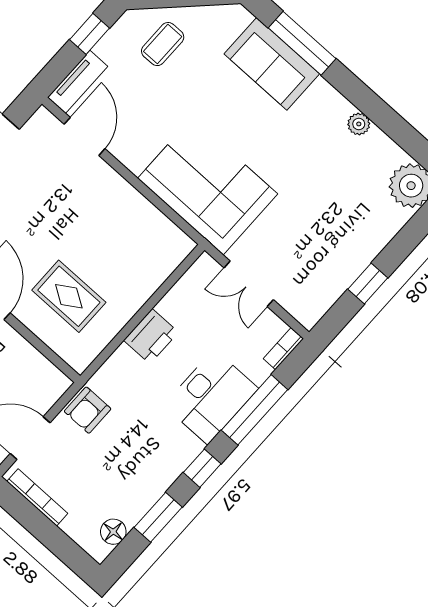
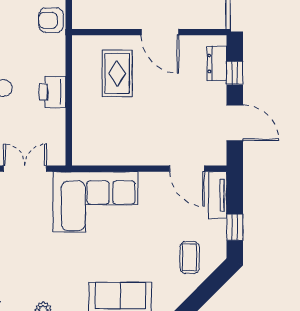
rug: (69, 296) -> (117, 73), turned 90
armchair: (88, 410) -> (51, 20), turned -90

